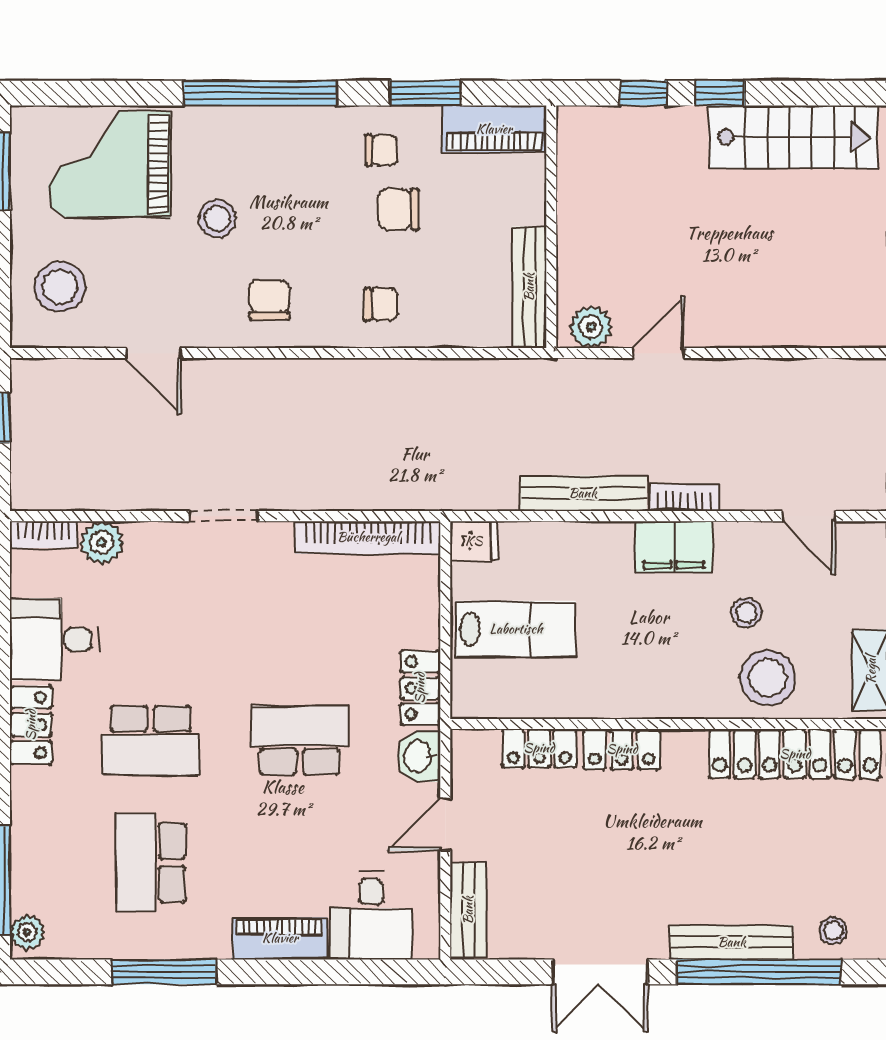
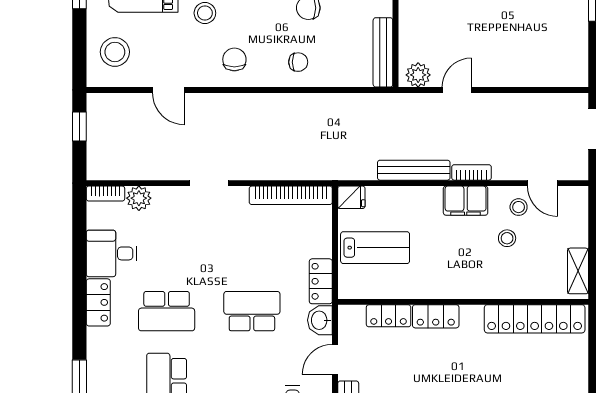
stool: (768, 678) -> (519, 207), moved, width x0.53, depth x0.53

